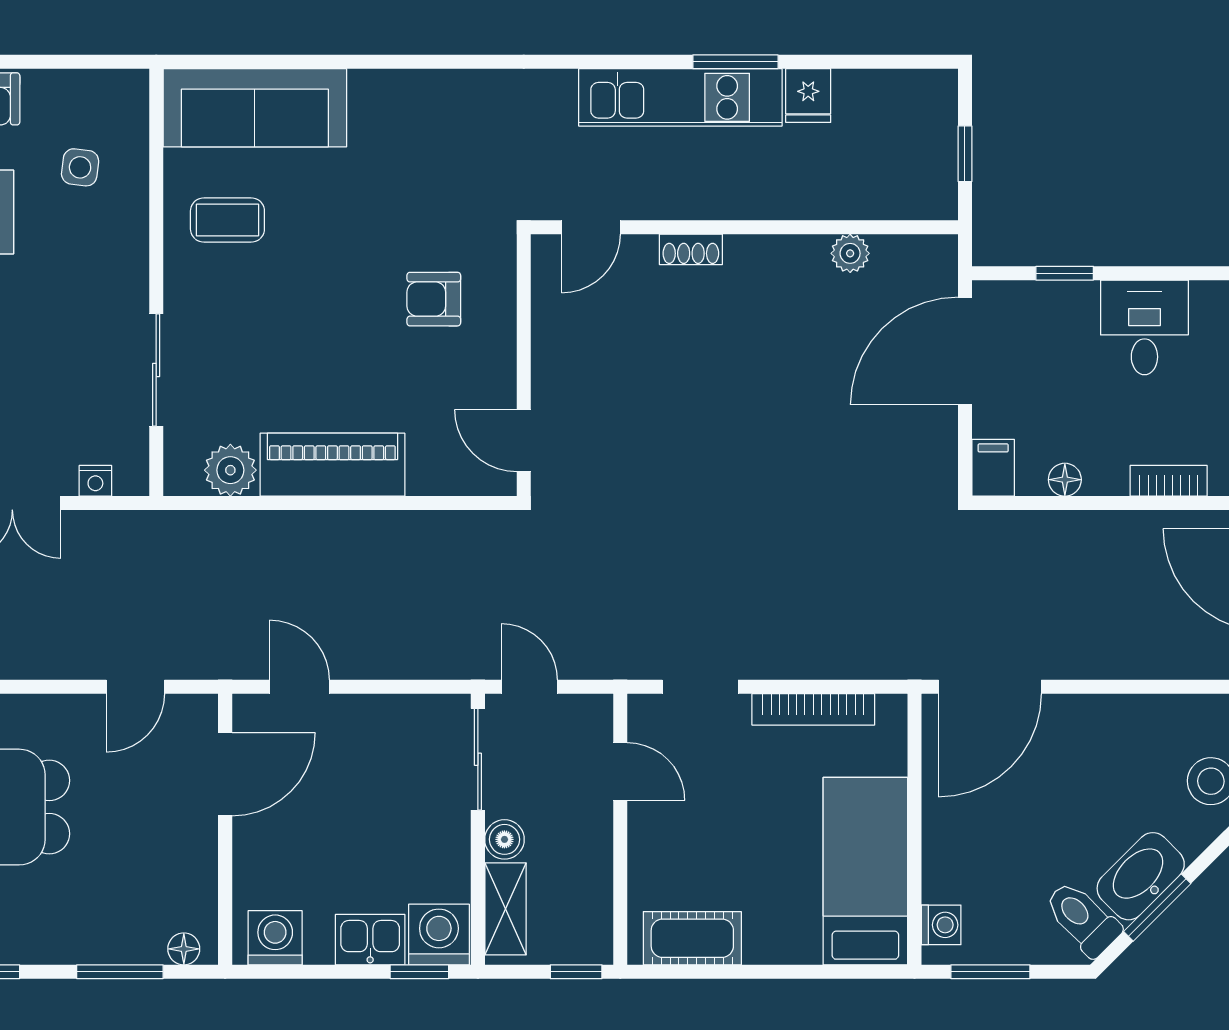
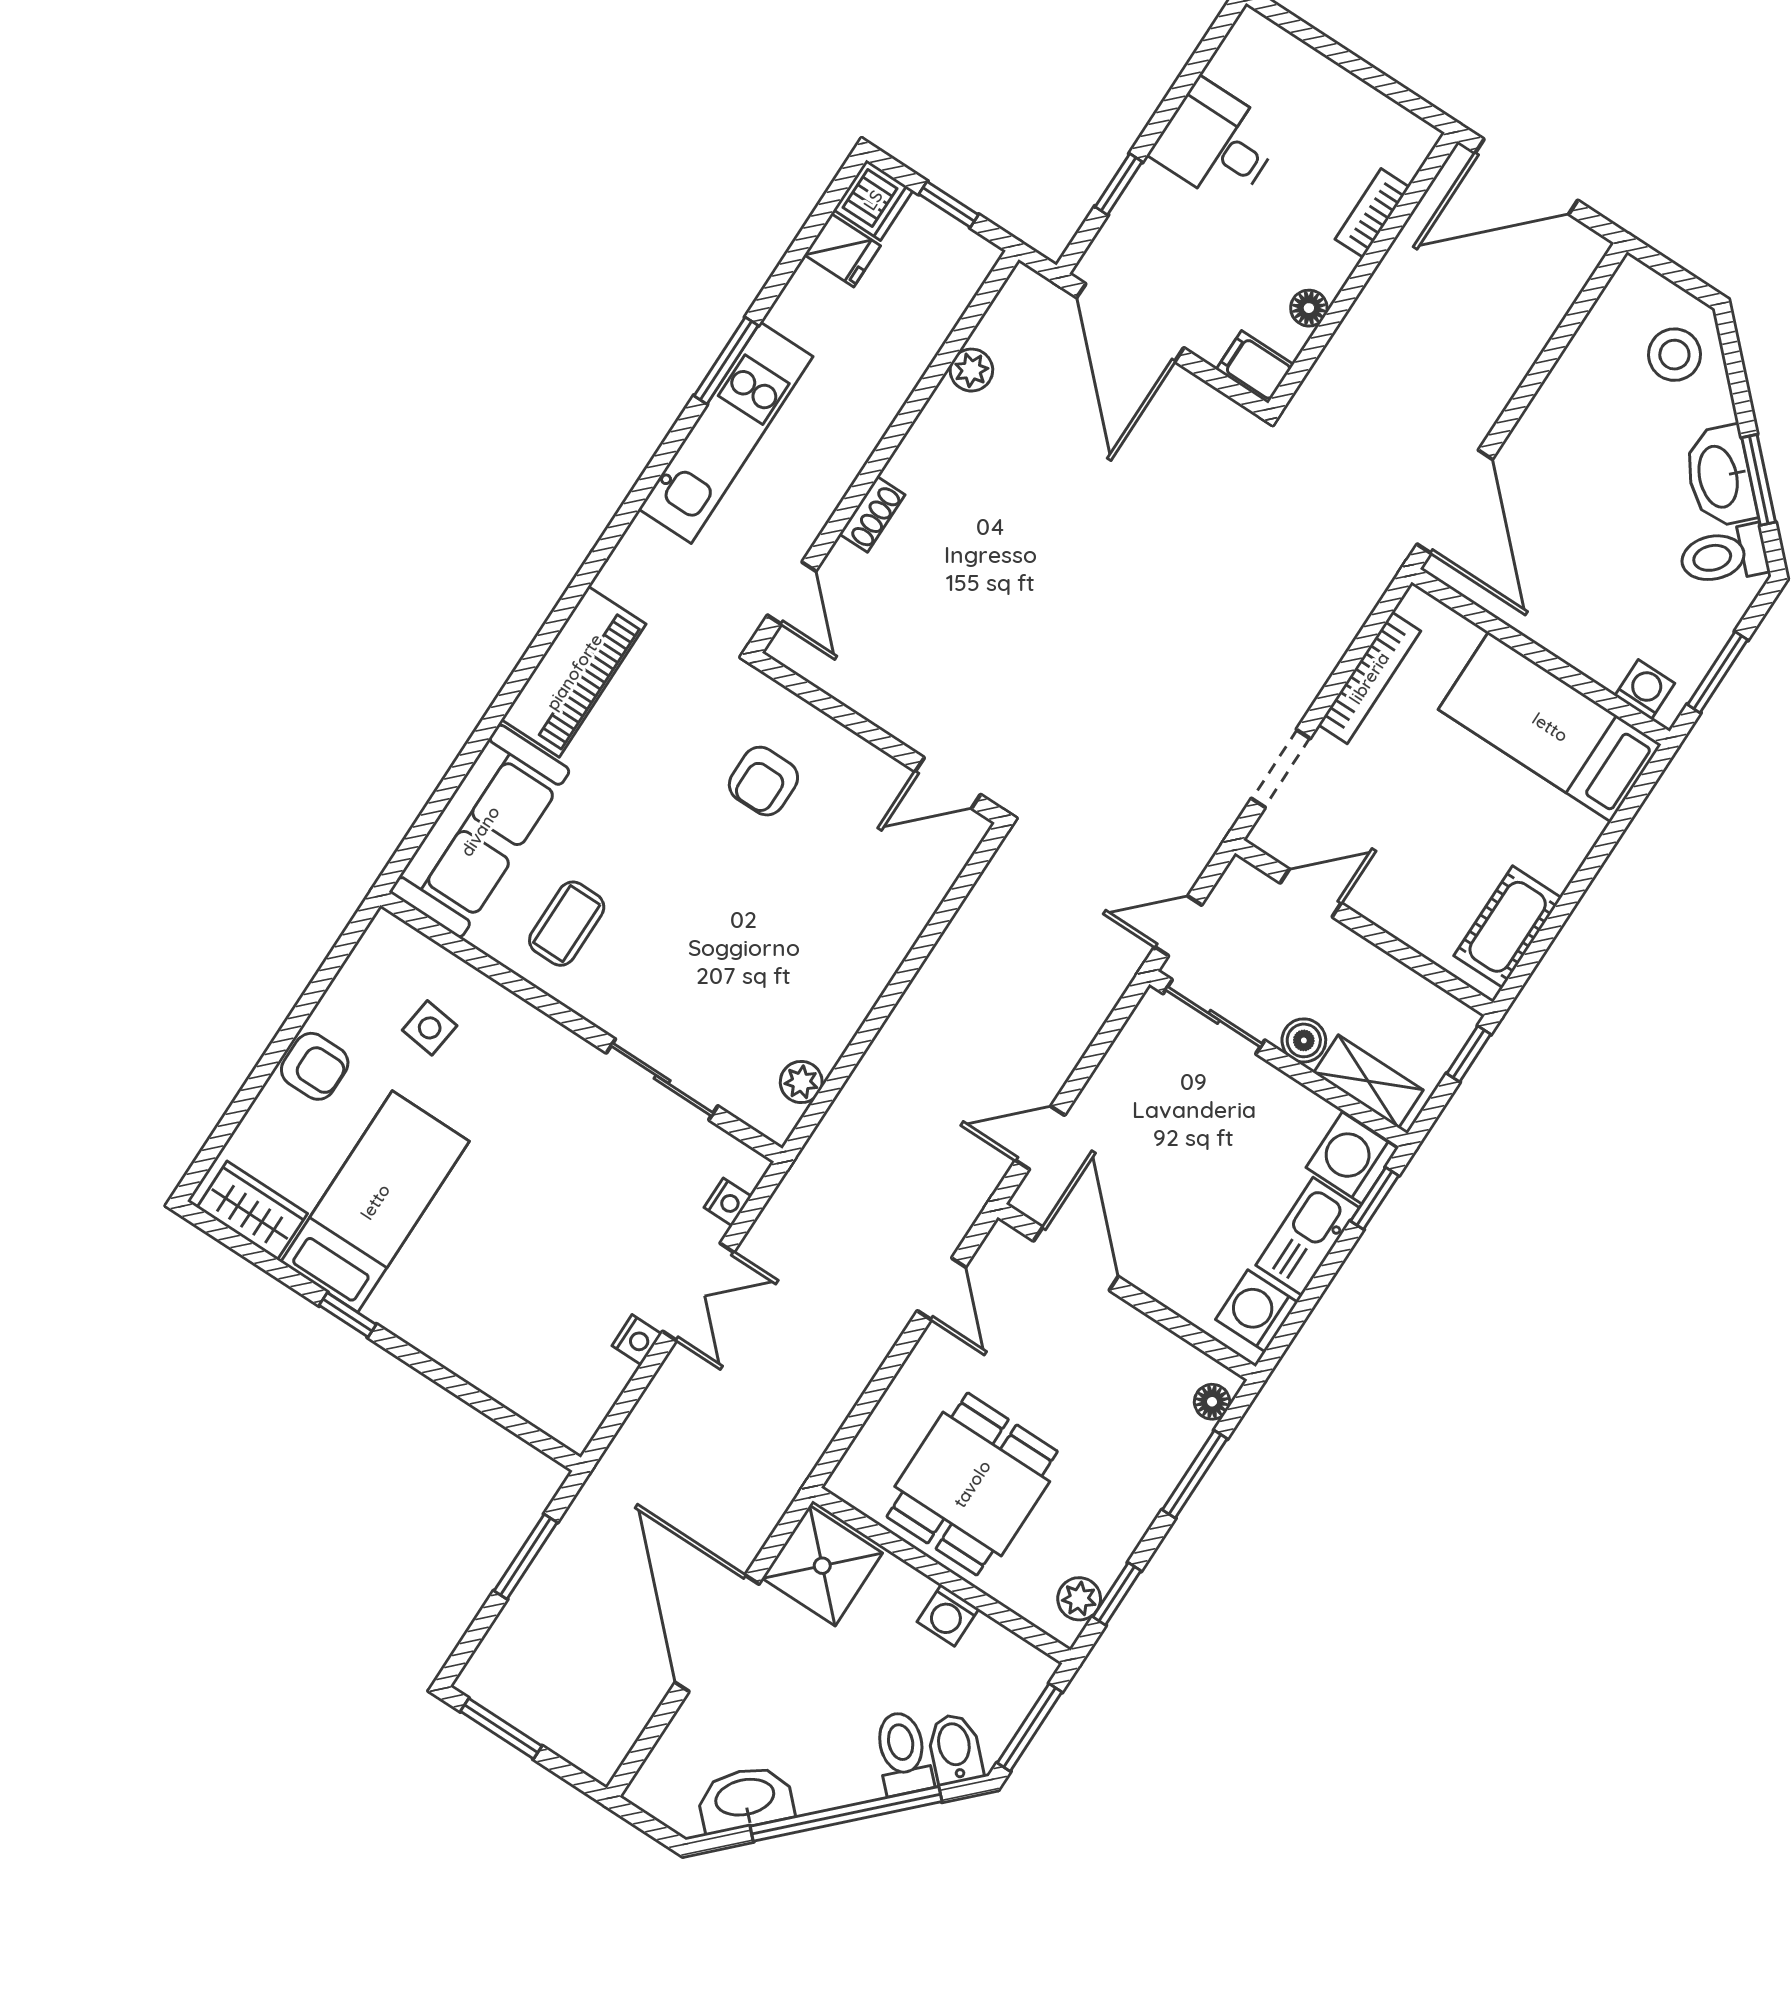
dishwasher: (931, 94) -> (873, 200), added
fridge: (808, 96) -> (842, 250), moved
piano: (332, 465) -> (574, 672), moved, turned 180
plant: (230, 470) -> (801, 1082), width x0.73, depth x0.73
kitchen sink: (370, 940) -> (1308, 1236), width x1.38

